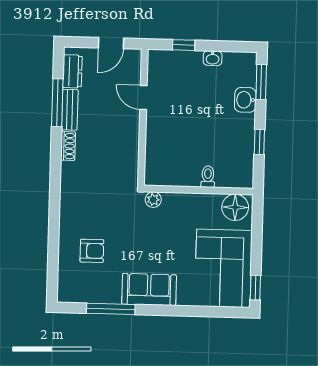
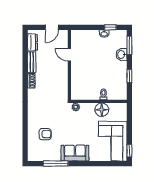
window: (184, 45) -> (110, 27), moved
window: (57, 103) -> (25, 59), removed
floor lamp: (235, 207) -> (102, 110), moved

